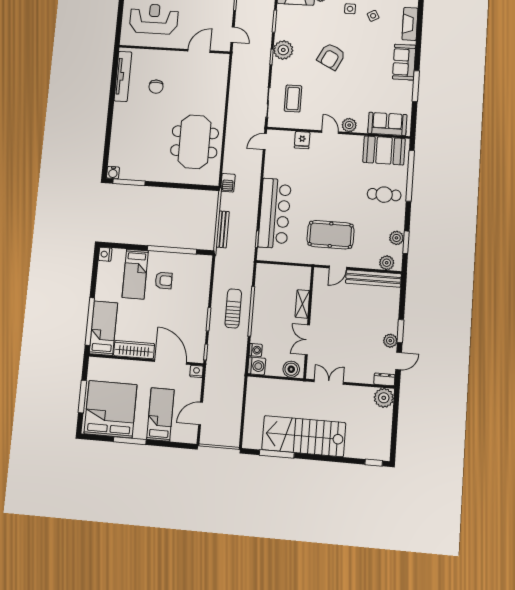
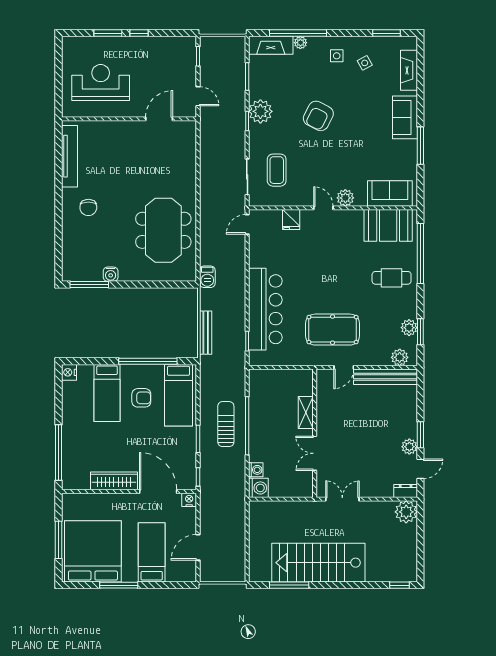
chair: (156, 87) -> (88, 207), moved
water cooler: (113, 173) -> (111, 274), moved
bed: (103, 328) -> (179, 395), moved, turned 180
boiler: (291, 369) -> (298, 488), removed

